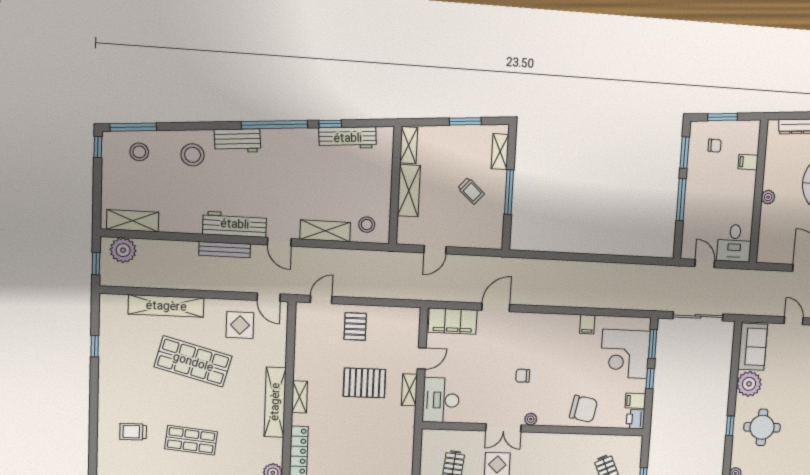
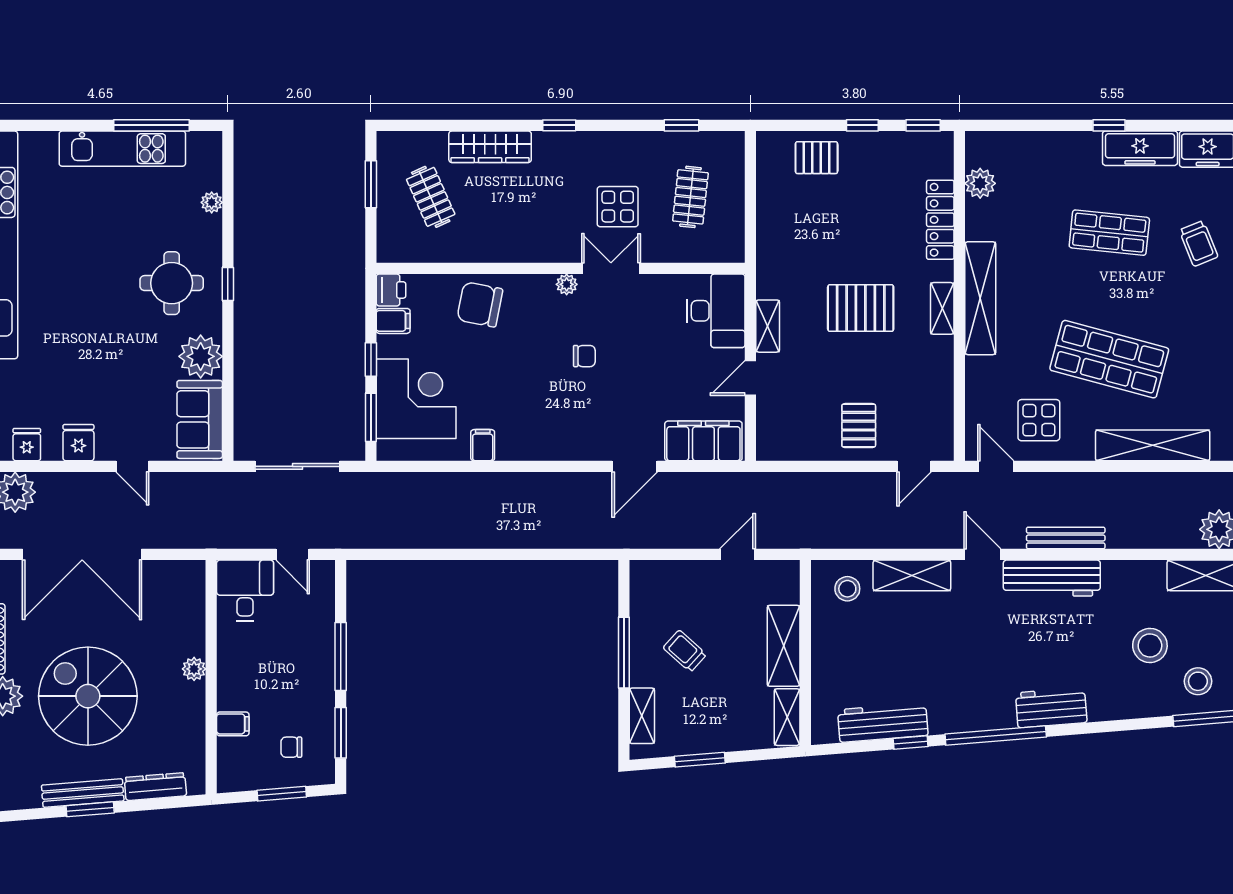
stool: (193, 155) -> (1150, 645), moved
pallet: (364, 383) -> (861, 308), moved
trolley: (133, 432) -> (1199, 244), turned 68

